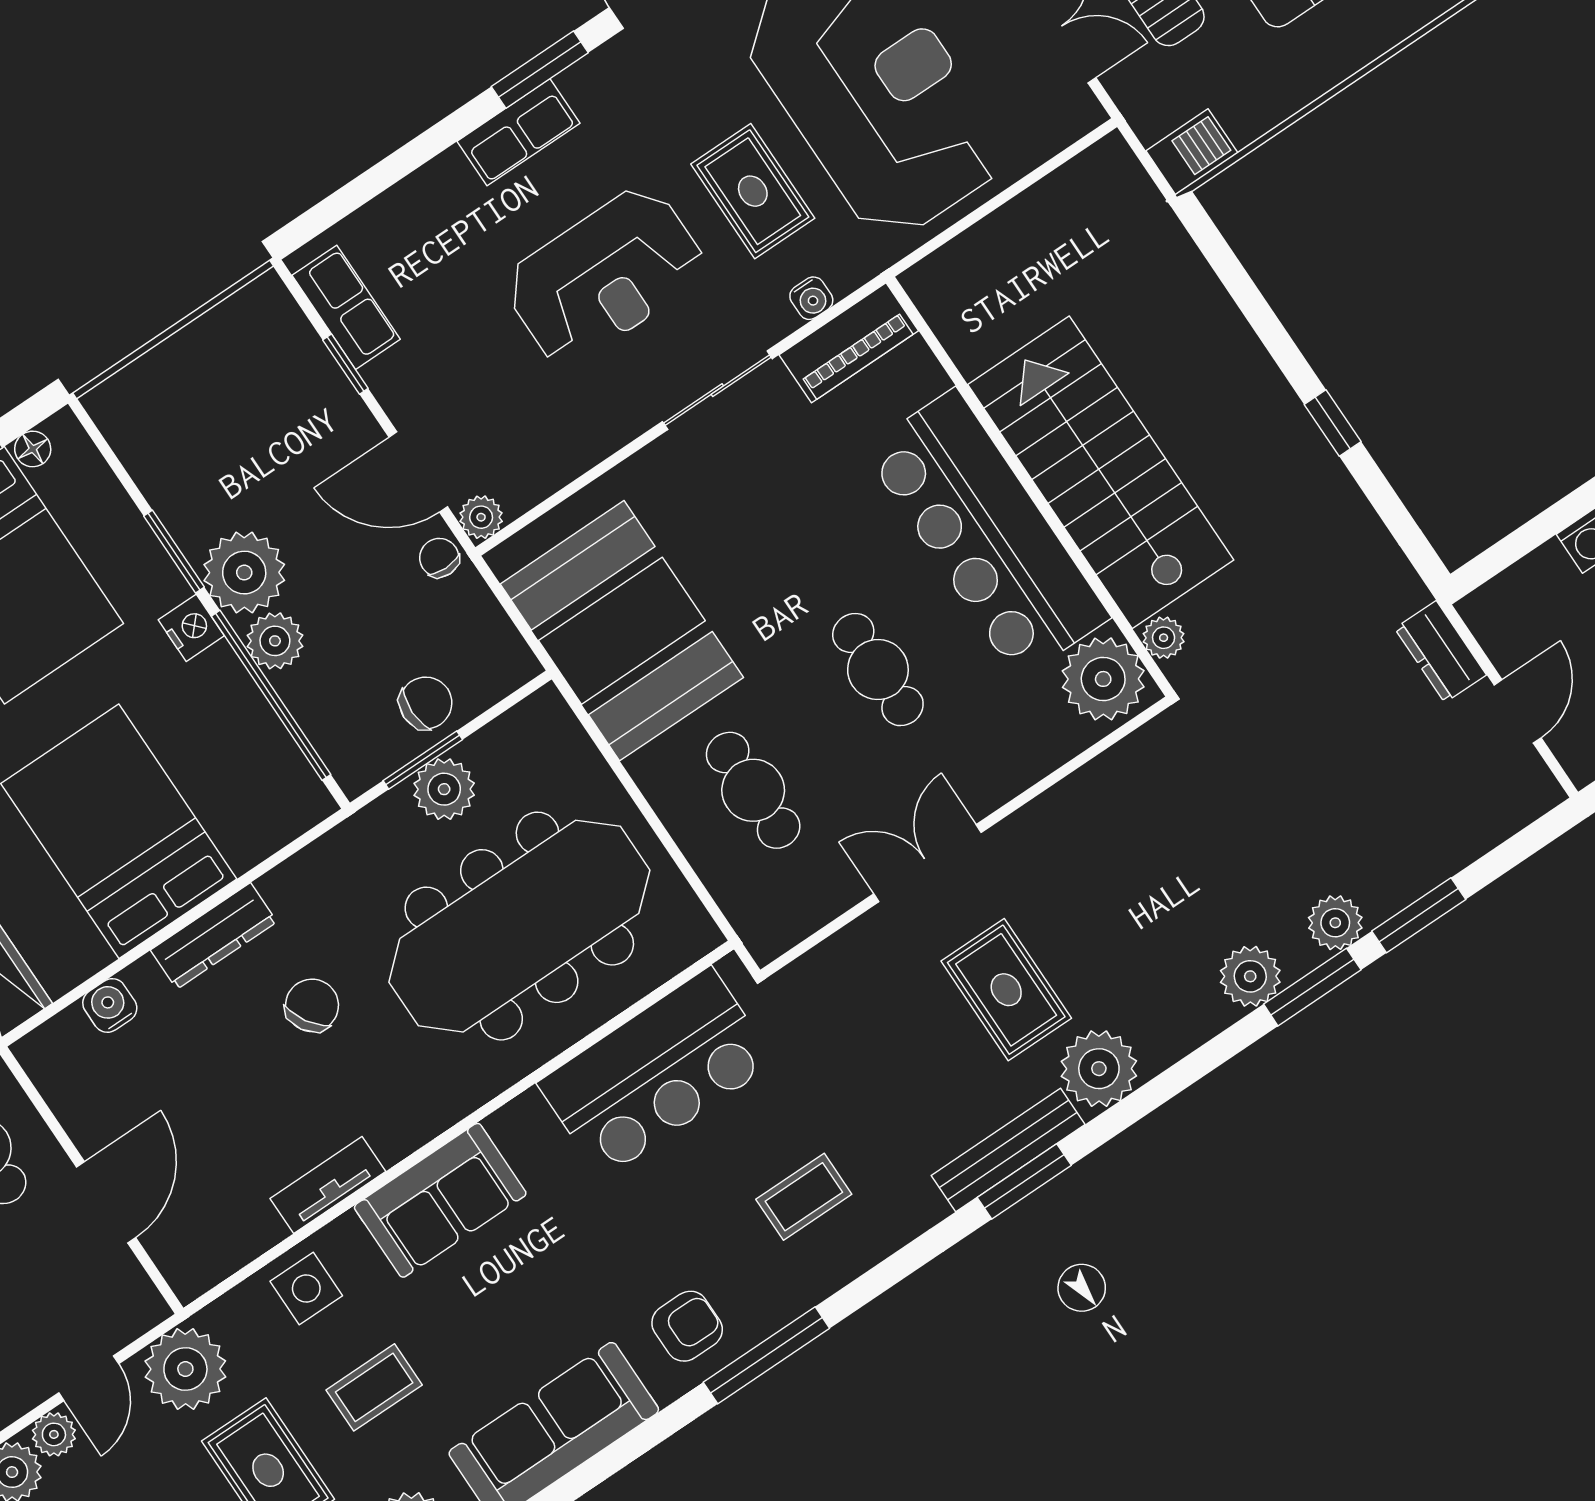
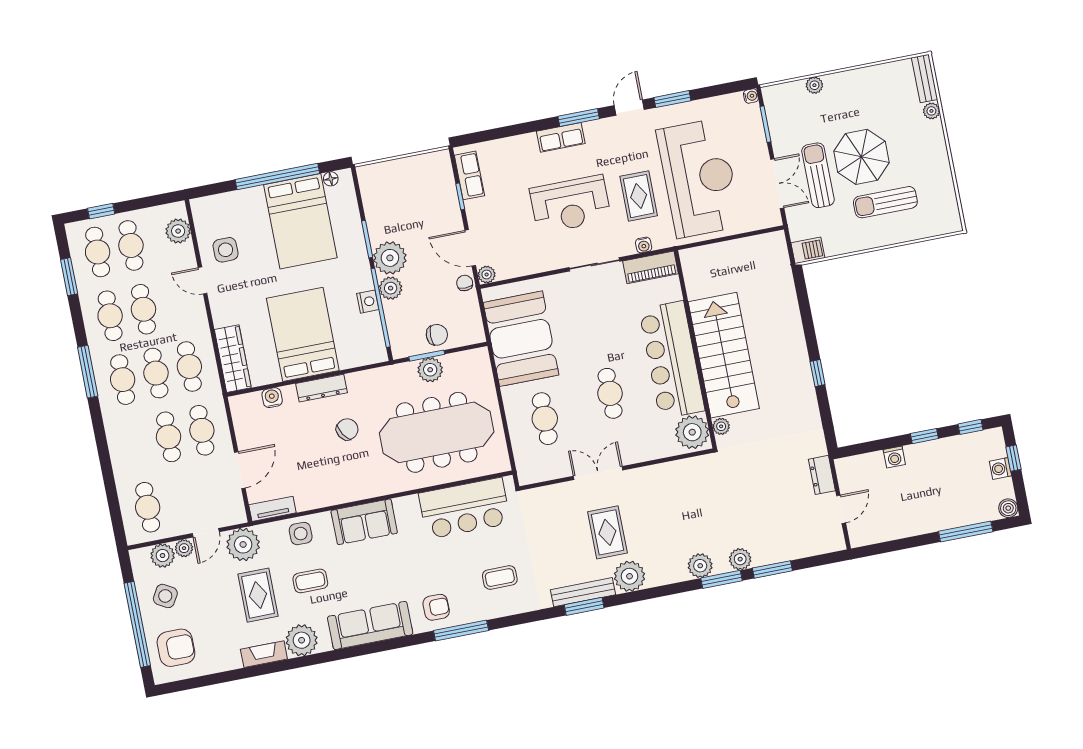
nightstand: (191, 628) -> (368, 302), moved
tv unit: (328, 1185) -> (272, 509), moved

